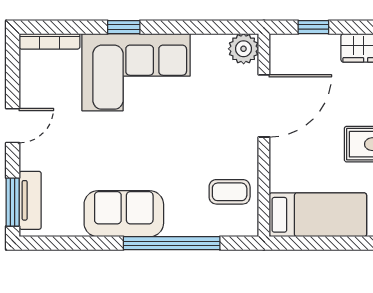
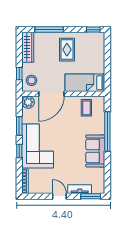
window: (185, 27) -> (19, 126), added
stool: (297, 57) -> (32, 80), added
door: (264, 106) -> (51, 94), swing flipped
tv unit: (30, 200) -> (80, 189), moved
bed: (318, 215) -> (85, 83), moved, turned -90

